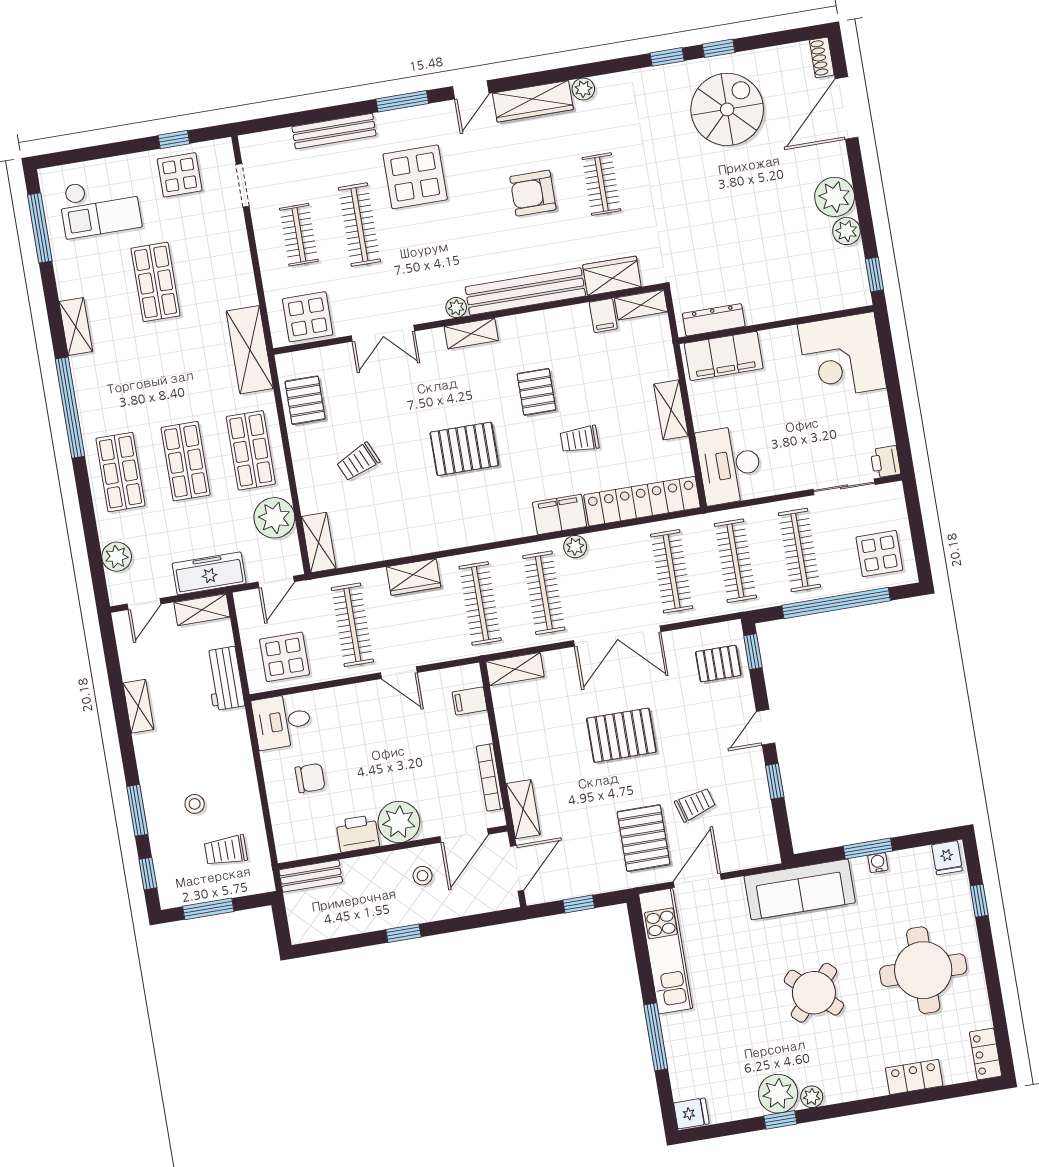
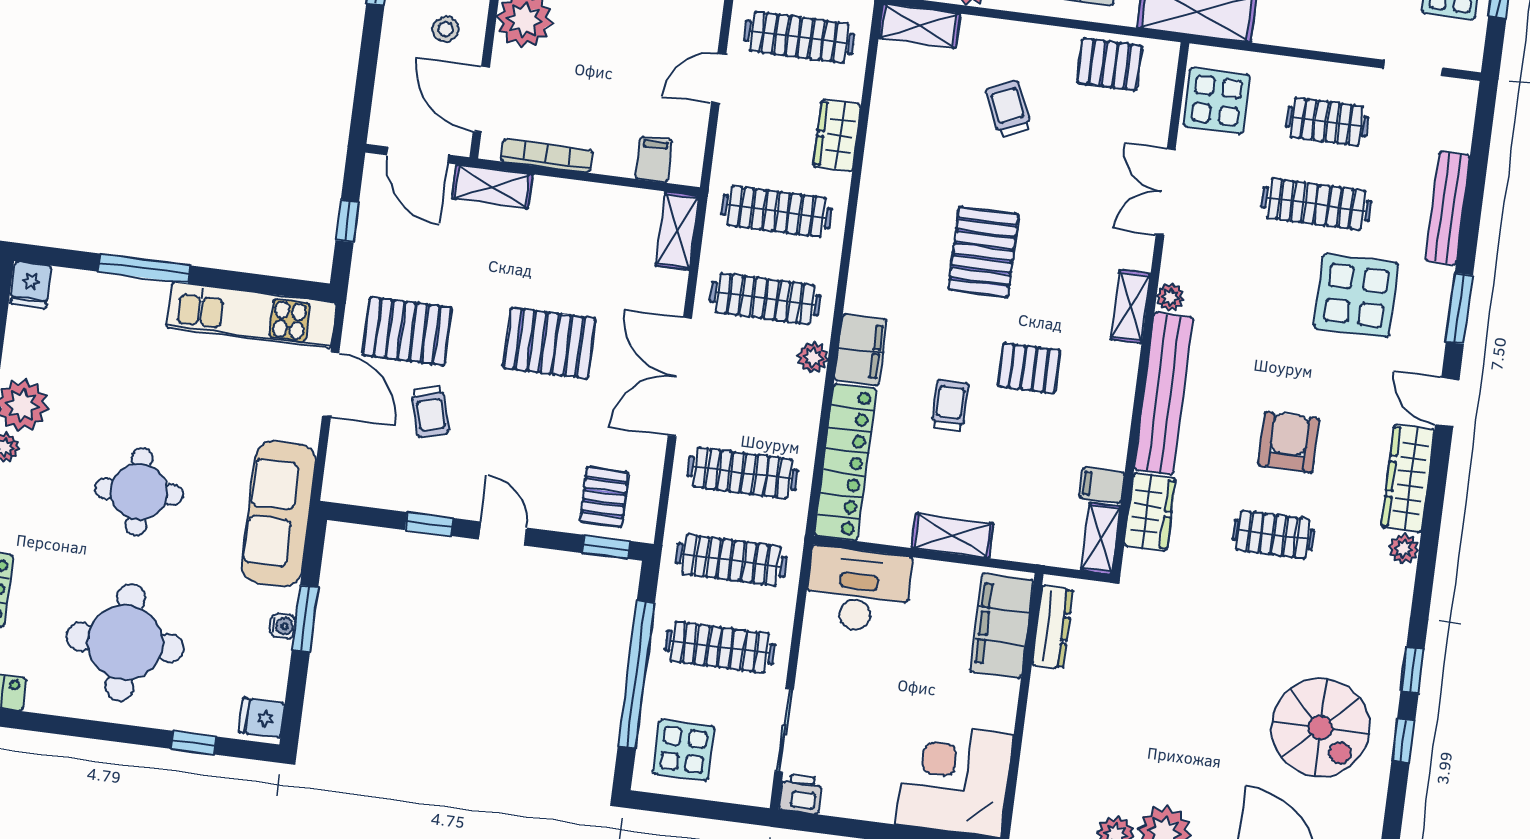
pallet: (621, 735) -> (549, 343), turned 90
round table: (814, 993) -> (139, 492), turned 45

